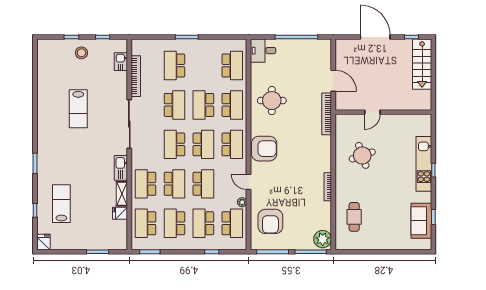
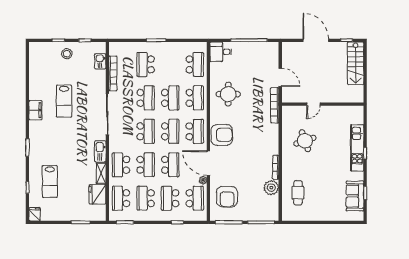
school desk: (203, 105) -> (170, 98), turned 180
filing cabinet: (44, 119) -> (35, 110), added
school desk: (174, 144) -> (146, 131), turned 180
door: (249, 182) -> (208, 163), width x1.88
lab bench: (61, 204) -> (50, 182), turned 180
fridge: (120, 213) -> (97, 194), width x1.88, depth x1.34
plant: (323, 239) -> (271, 188), moved

